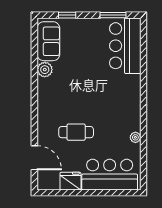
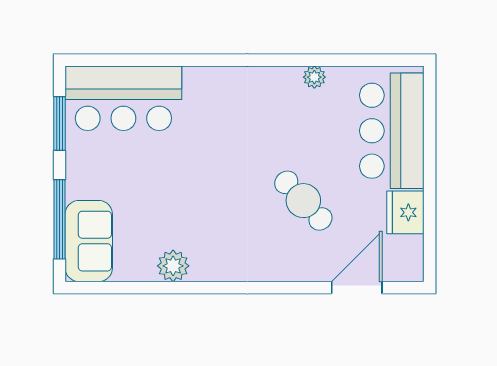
window: (67, 15) -> (59, 219), width x2.17
sofa: (48, 41) -> (89, 241), moved, turned 90
cafe table: (76, 132) -> (303, 201), turned -43

